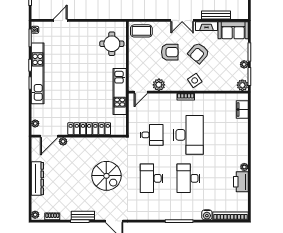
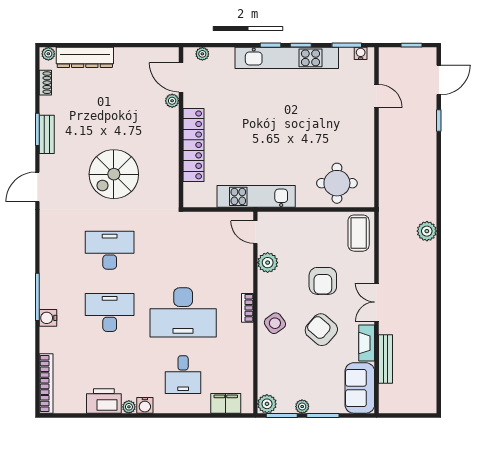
desk: (152, 135) -> (183, 375), moved
water cooler: (243, 157) -> (145, 405), added
dresser: (37, 179) -> (85, 57), moved
water cooler: (207, 215) -> (48, 318), moved

